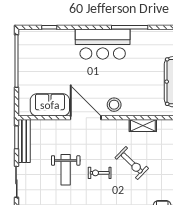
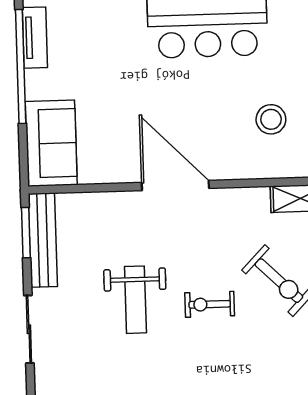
tv unit: (23, 48) -> (35, 38), added
sofa: (50, 105) -> (51, 143), moved, turned 90
stool: (114, 105) -> (271, 119), moved

